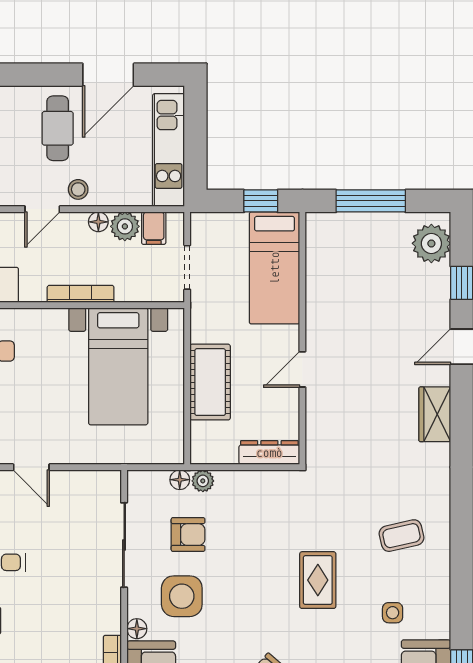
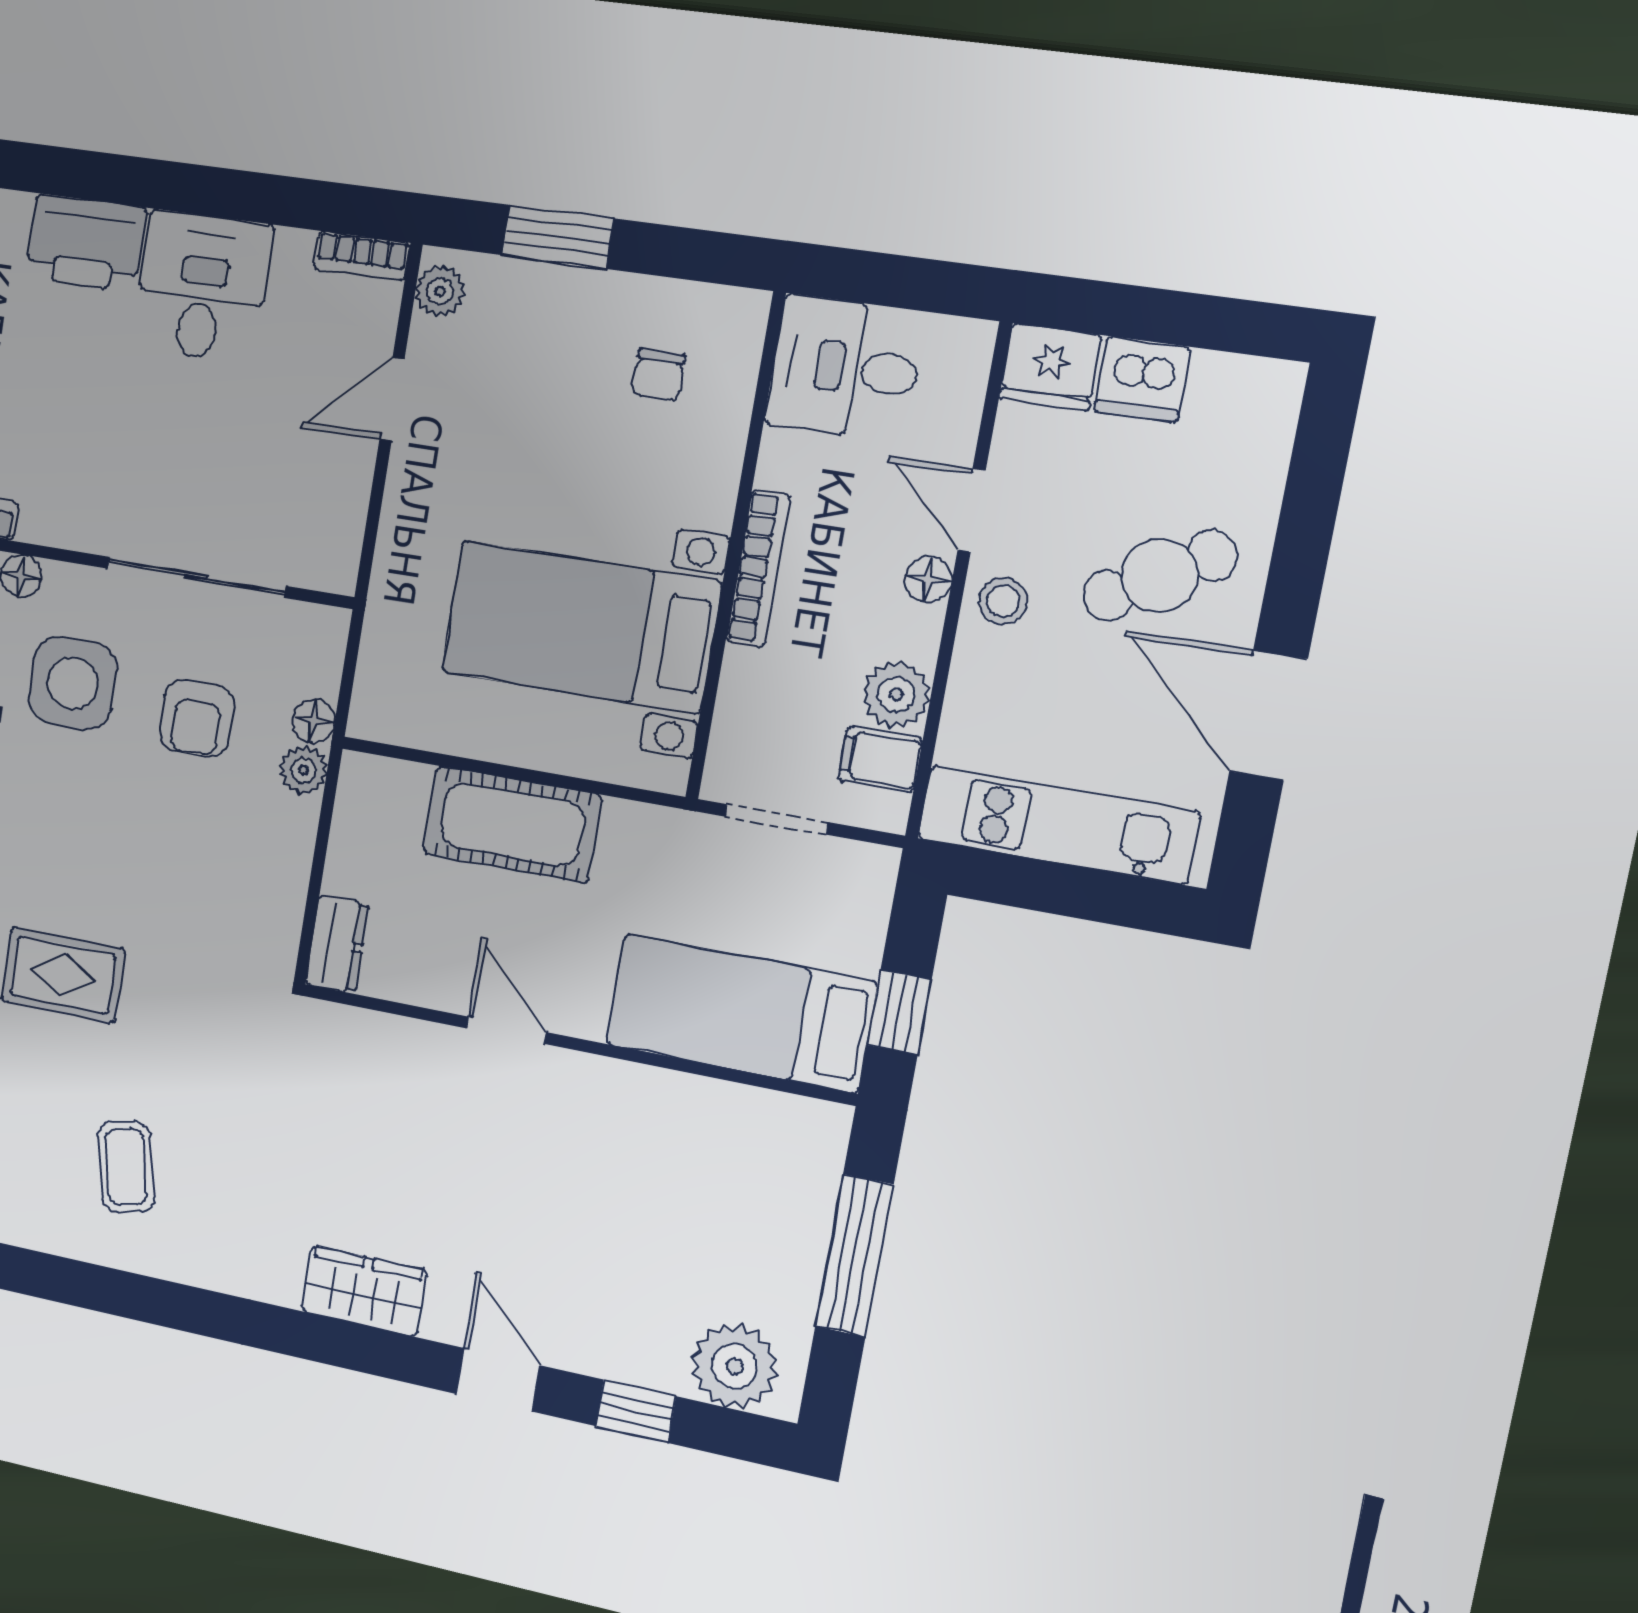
cafe table: (58, 128) -> (1160, 576), turned -31
floor lamp: (98, 222) -> (928, 579), moved
dresser: (269, 453) -> (337, 944), width x0.70

